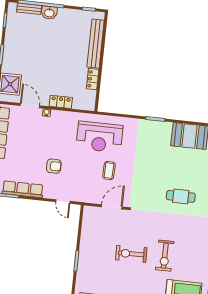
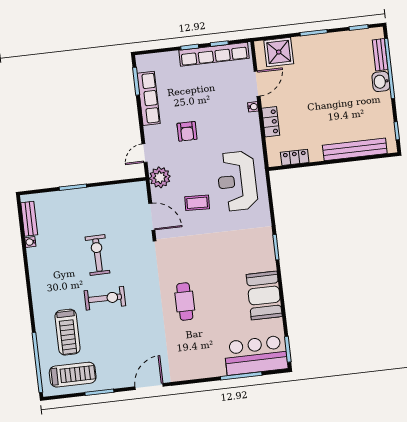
locker: (93, 79) -> (295, 157), moved
plant: (84, 194) -> (160, 177), added
exercise bike: (165, 256) -> (105, 298), turned 180

